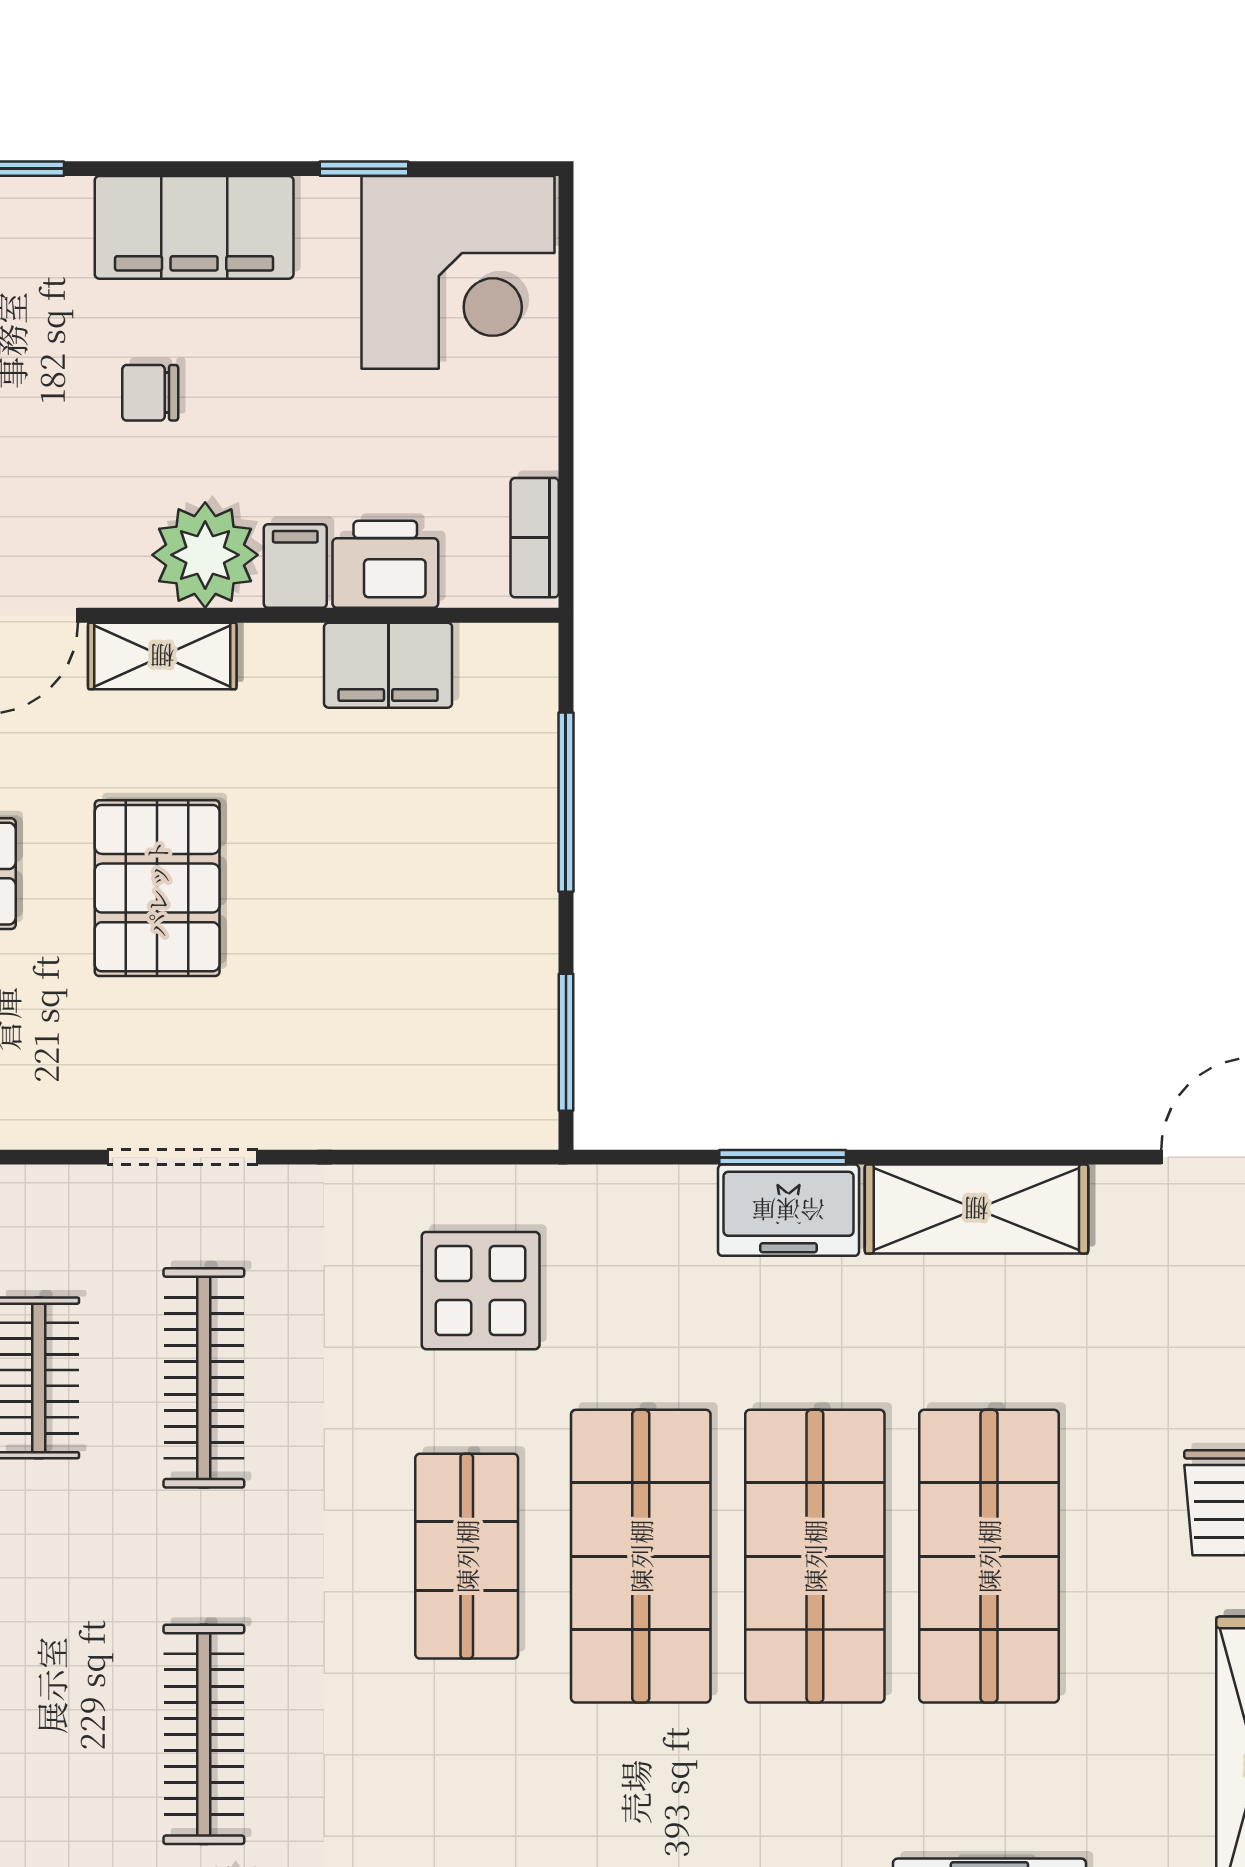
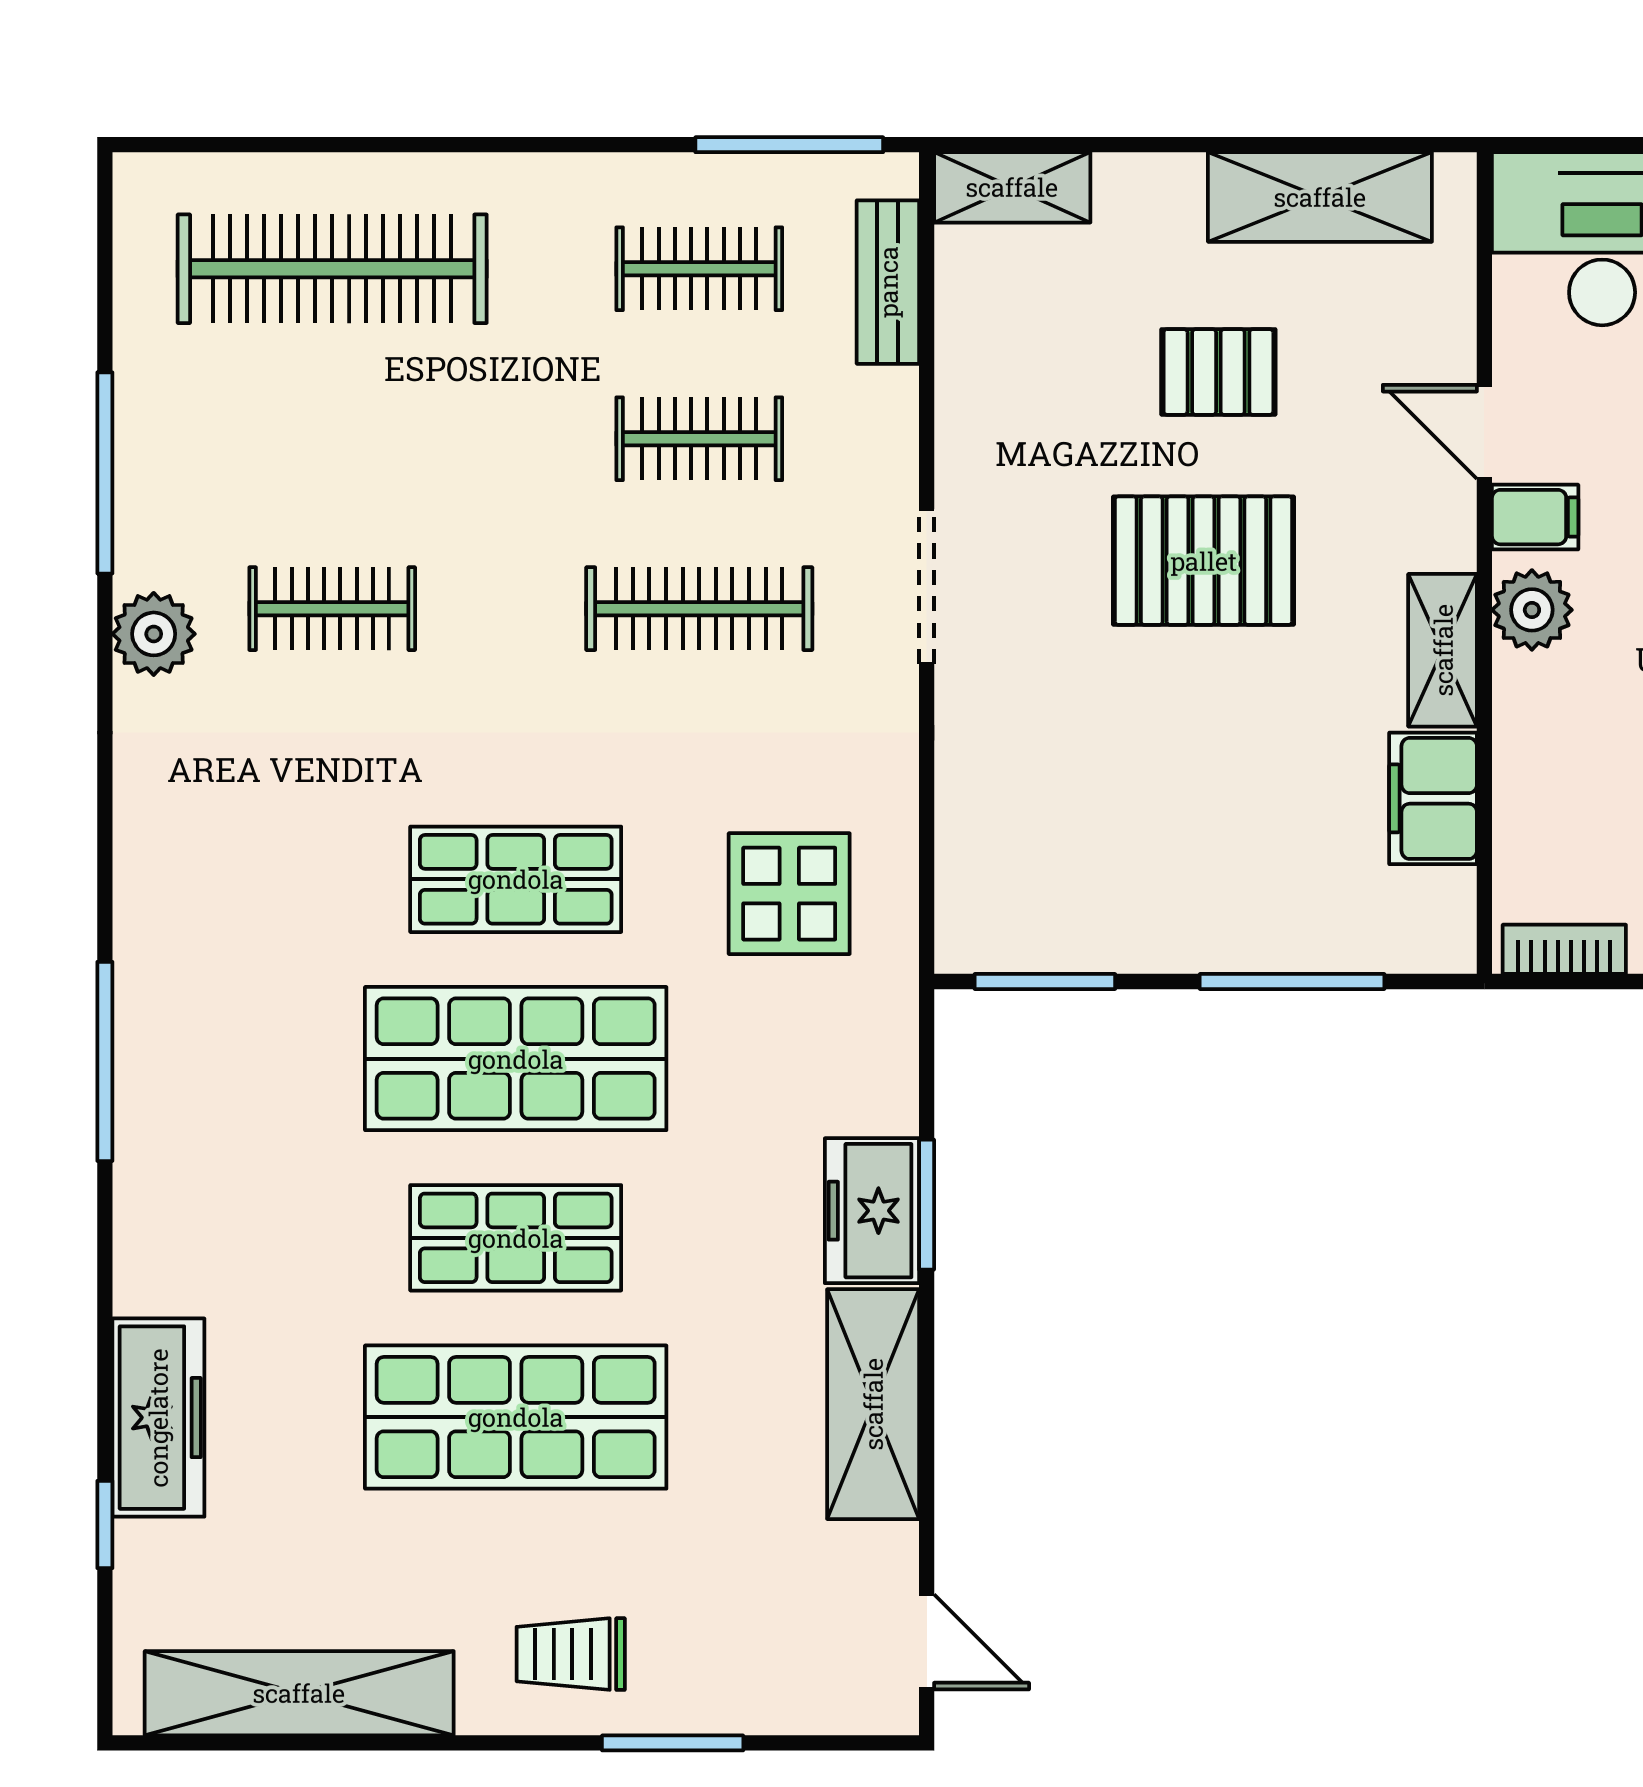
plant: (205, 555) -> (1532, 610), width x0.73, depth x0.73
printer: (385, 564) -> (1537, 796), removed
filing cabinet: (295, 566) -> (1535, 517), moved
shelving: (162, 656) -> (1443, 650), moved
shop shelf: (815, 1556) -> (516, 1238), width x0.70, depth x0.74
clothes rail: (204, 1734) -> (332, 609), width x0.73

